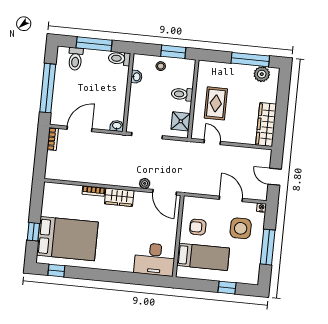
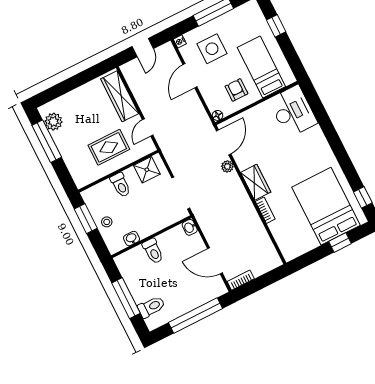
toilet: (119, 59) -> (153, 251), moved
wardrobe: (266, 125) -> (120, 96), moved, turned 90
floor lamp: (188, 200) -> (217, 115), added
armchair: (198, 227) -> (236, 90), turned 180

